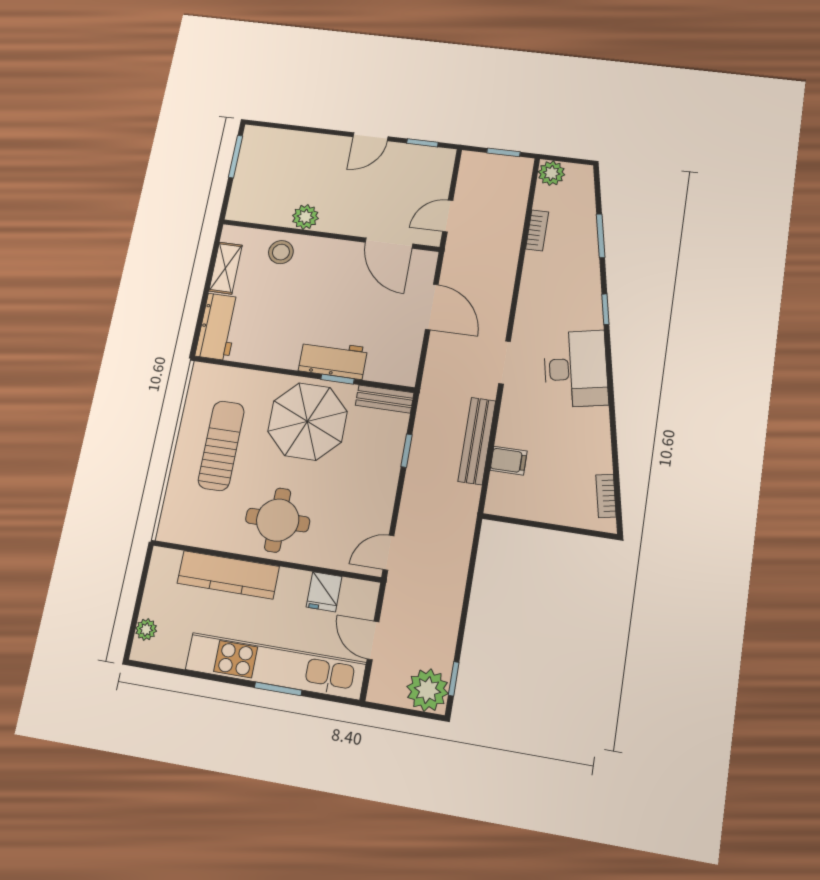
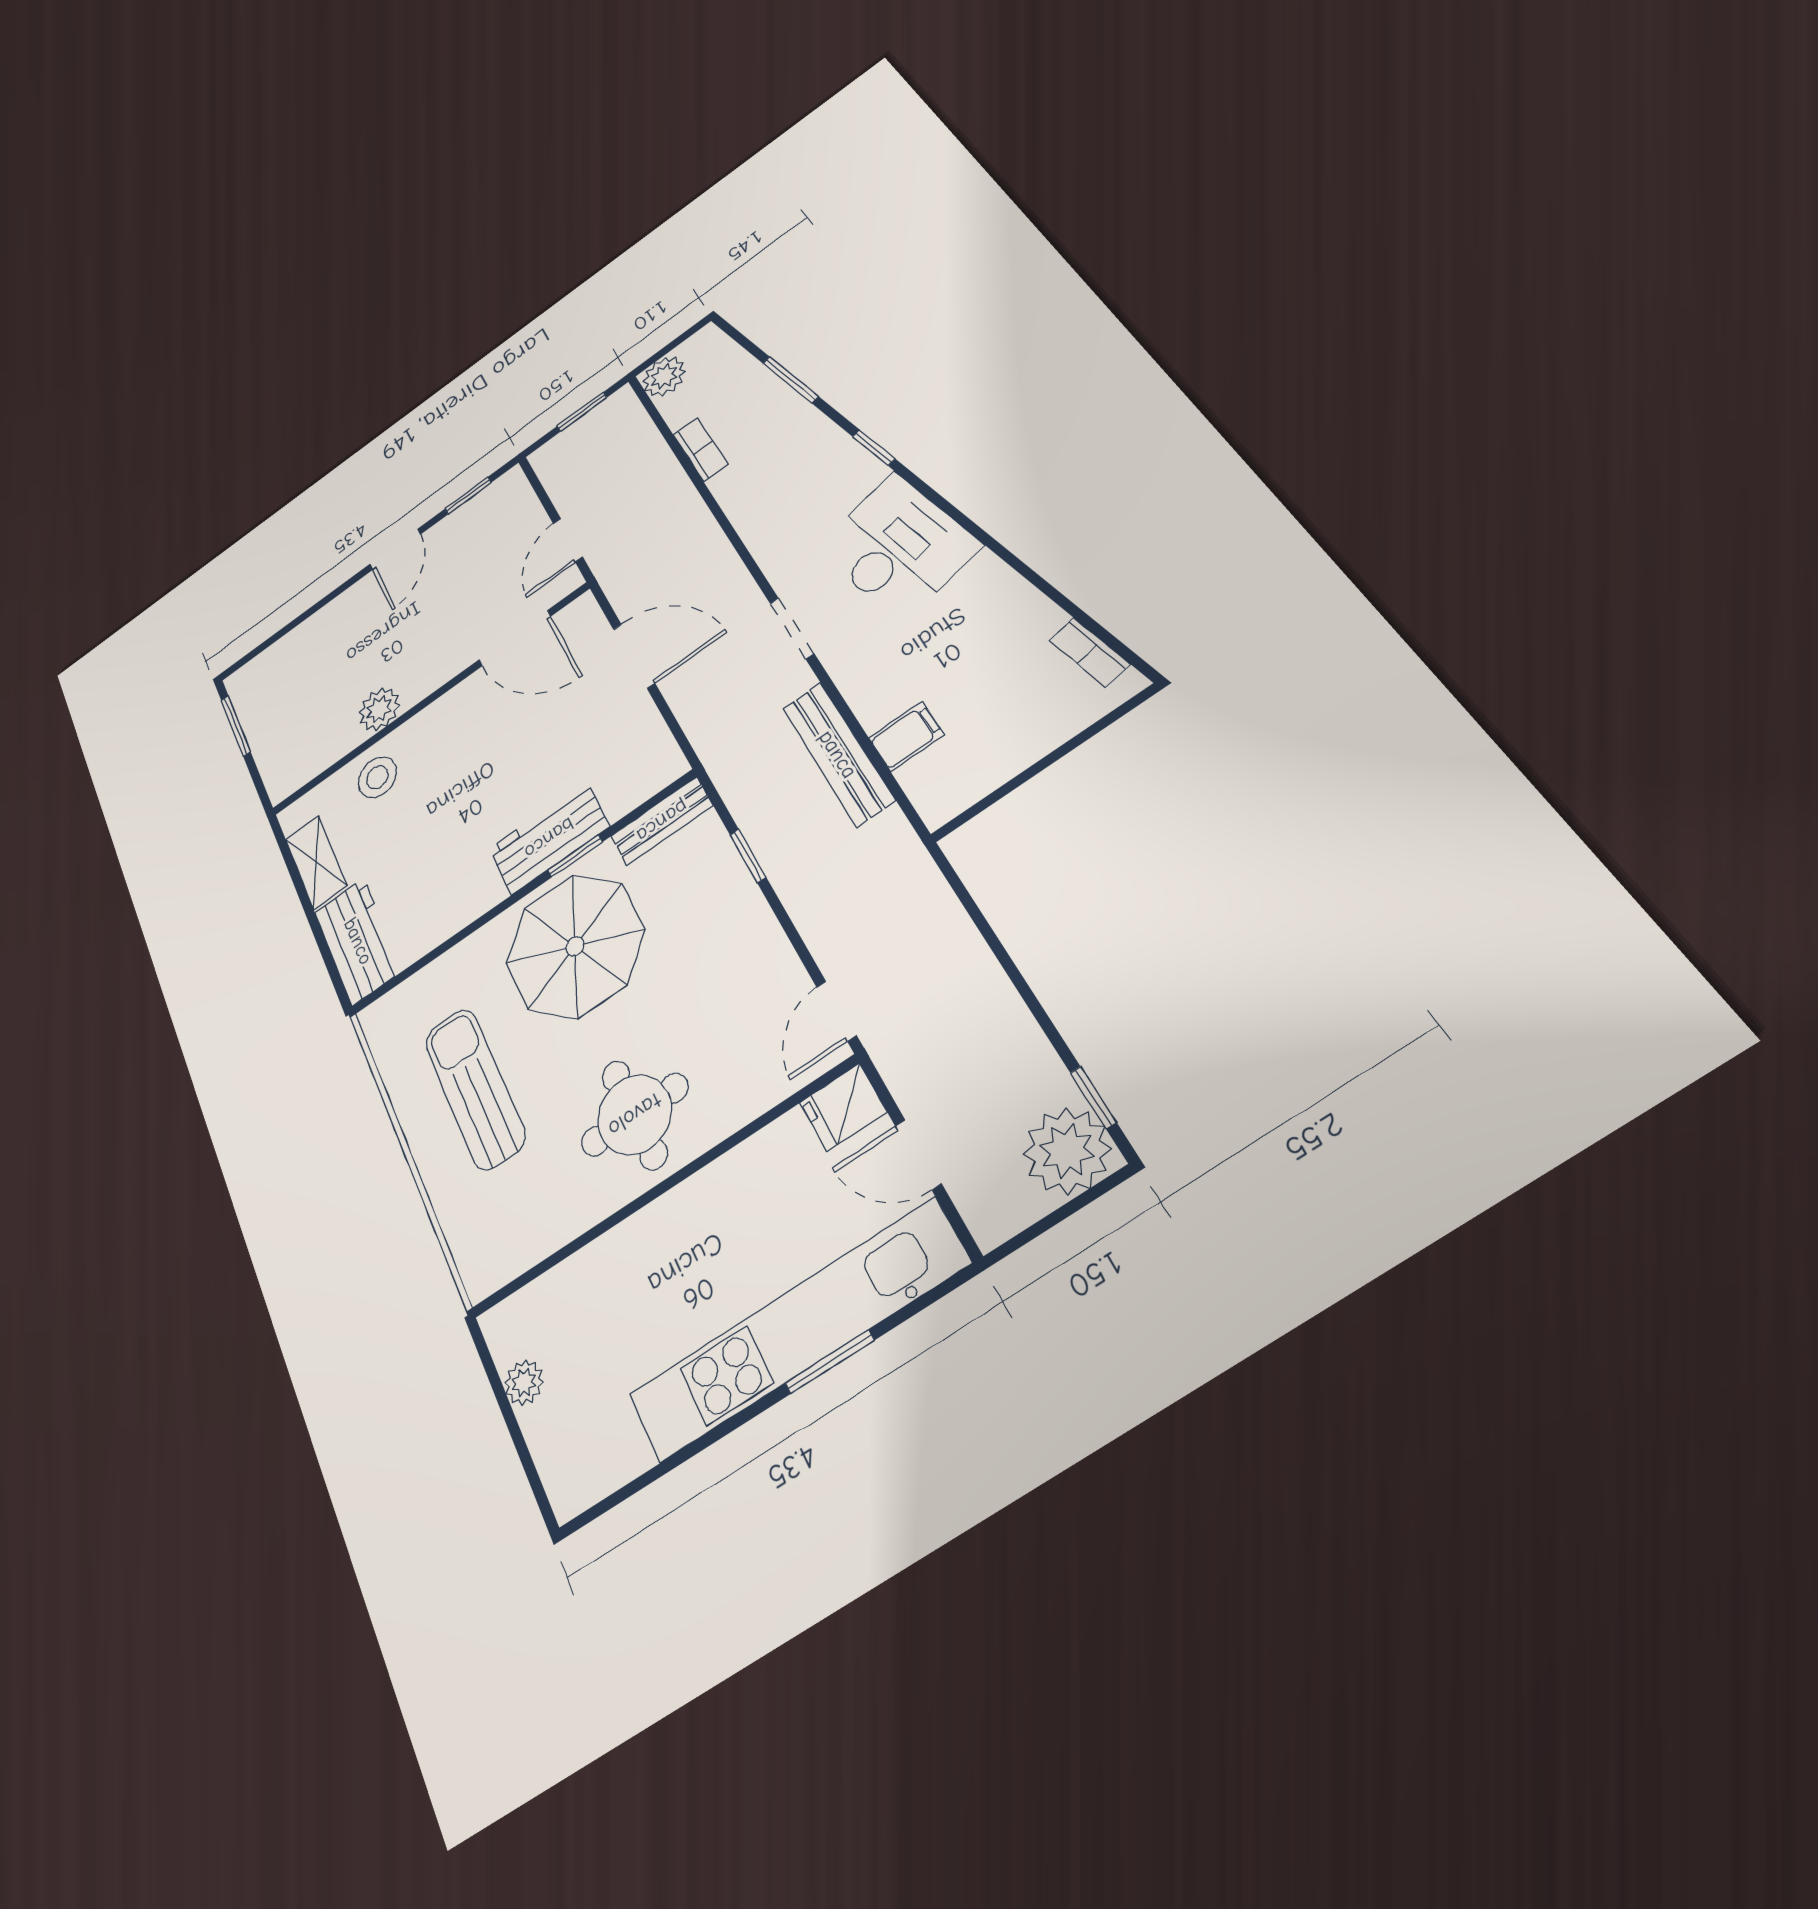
kitchen counter: (228, 575) -> (620, 1259), removed
fridge: (324, 592) -> (843, 1107), moved, turned 90
plant: (146, 629) -> (524, 1383), moved

